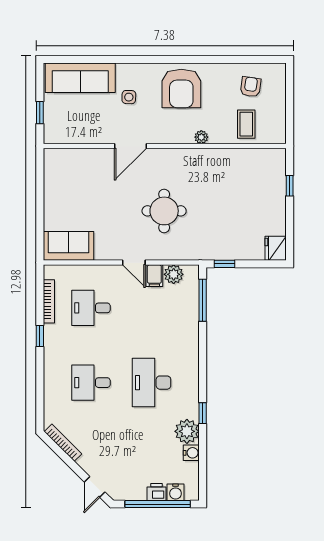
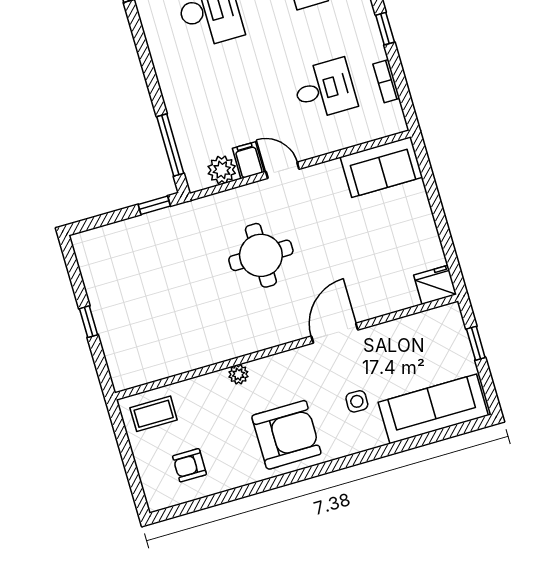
armchair: (251, 87) -> (189, 465), turned 82
armchair: (181, 88) -> (286, 435), turned 90
coffee table: (246, 124) -> (154, 414), moved, turned 90
window: (290, 186) -> (89, 322), moved
fridge: (276, 248) -> (435, 285), moved, turned -90
bookcase: (49, 301) -> (386, 81), width x0.64

